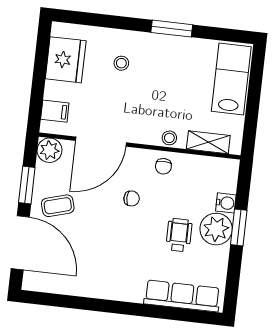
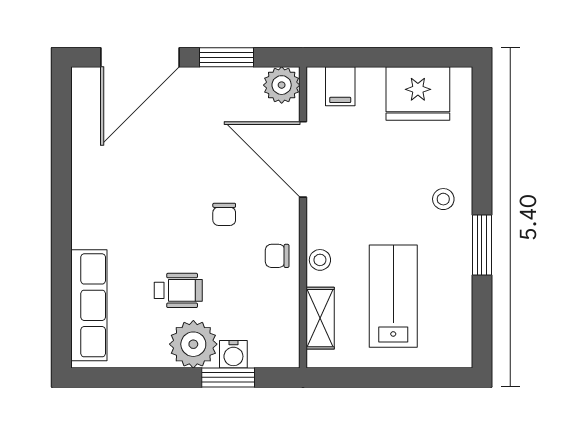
stool: (121, 63) -> (443, 199), moved
lab bench: (231, 79) -> (393, 296), moved, turned -90
coffee table: (58, 206) -> (201, 107), removed
window: (239, 227) -> (228, 377), moved

